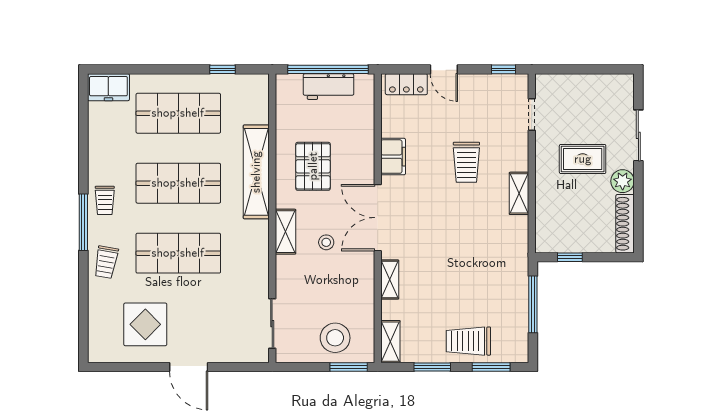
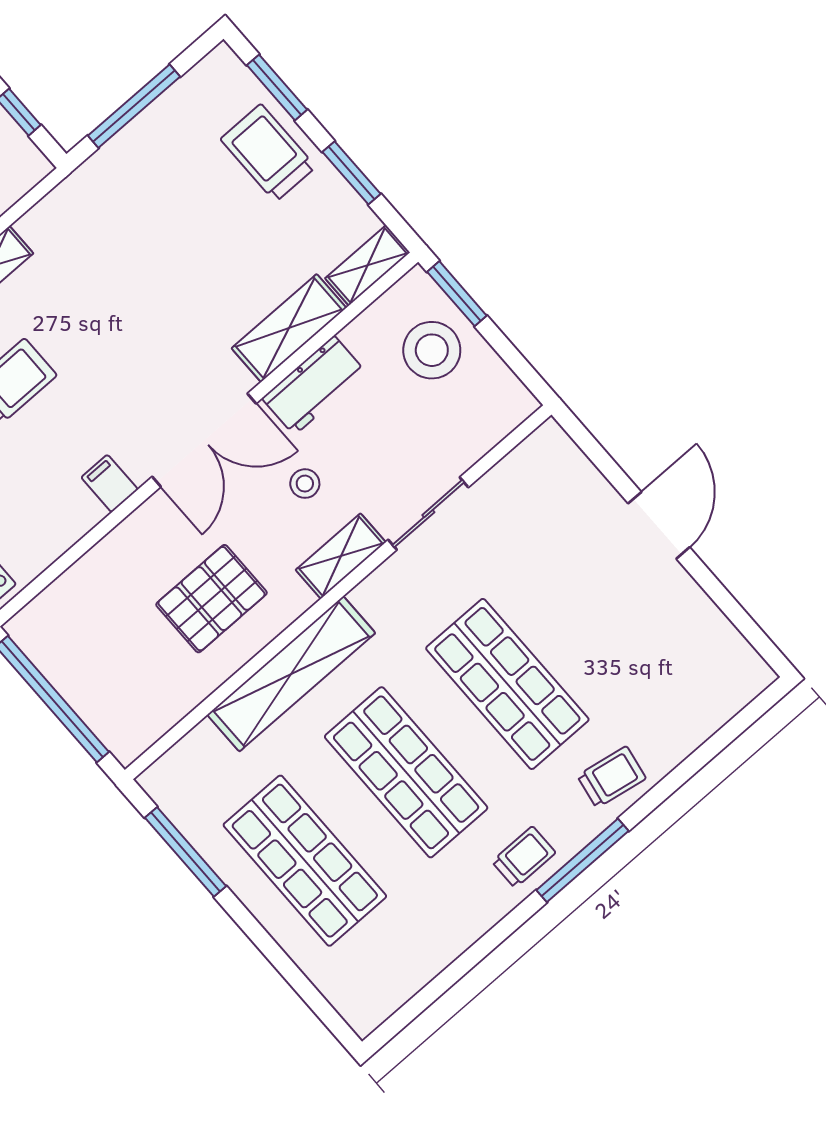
window: (223, 69) -> (185, 852), width x2.17
freezer: (108, 87) -> (355, 995), removed
workbench: (329, 87) -> (314, 385), moved, turned 90
filing cabinet: (393, 157) -> (110, 483), width x0.50
shelving: (390, 279) -> (289, 328), width x1.50, depth x1.33
display table: (145, 324) -> (652, 642), removed
sliding door: (272, 324) -> (428, 514), moved
trolley: (468, 341) -> (268, 153), turned 180

